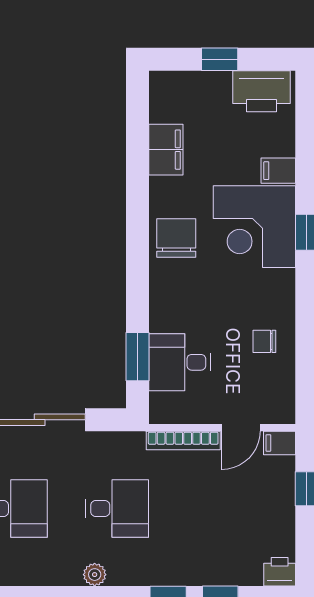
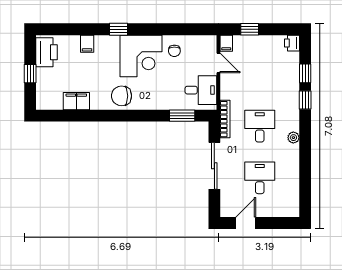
corner desk: (254, 227) -> (141, 56), moved
desk: (180, 362) -> (201, 90), moved, turned -90
bookcase: (183, 440) -> (225, 119), moved

